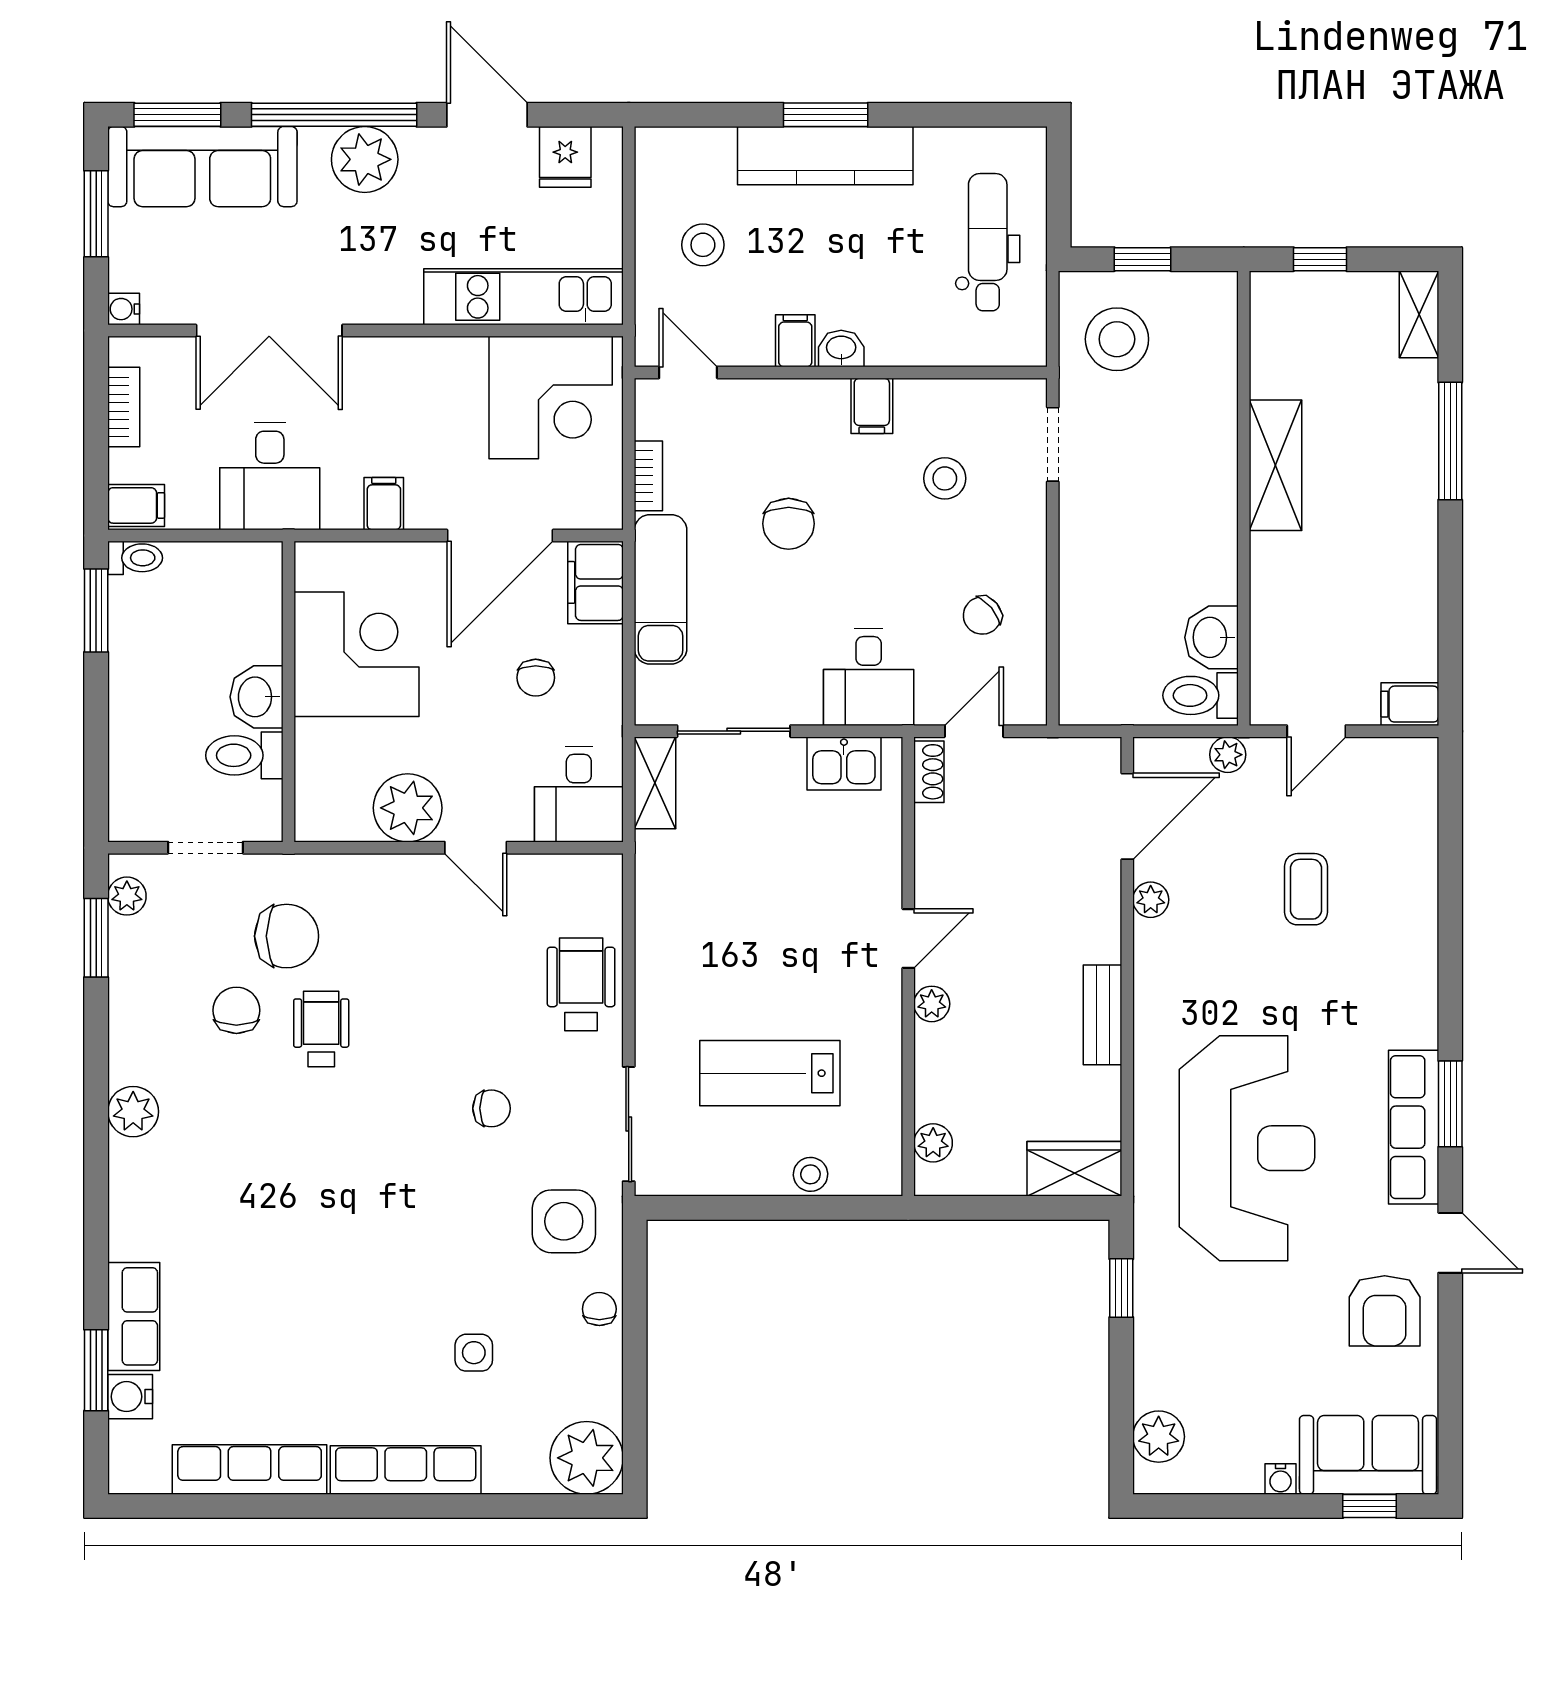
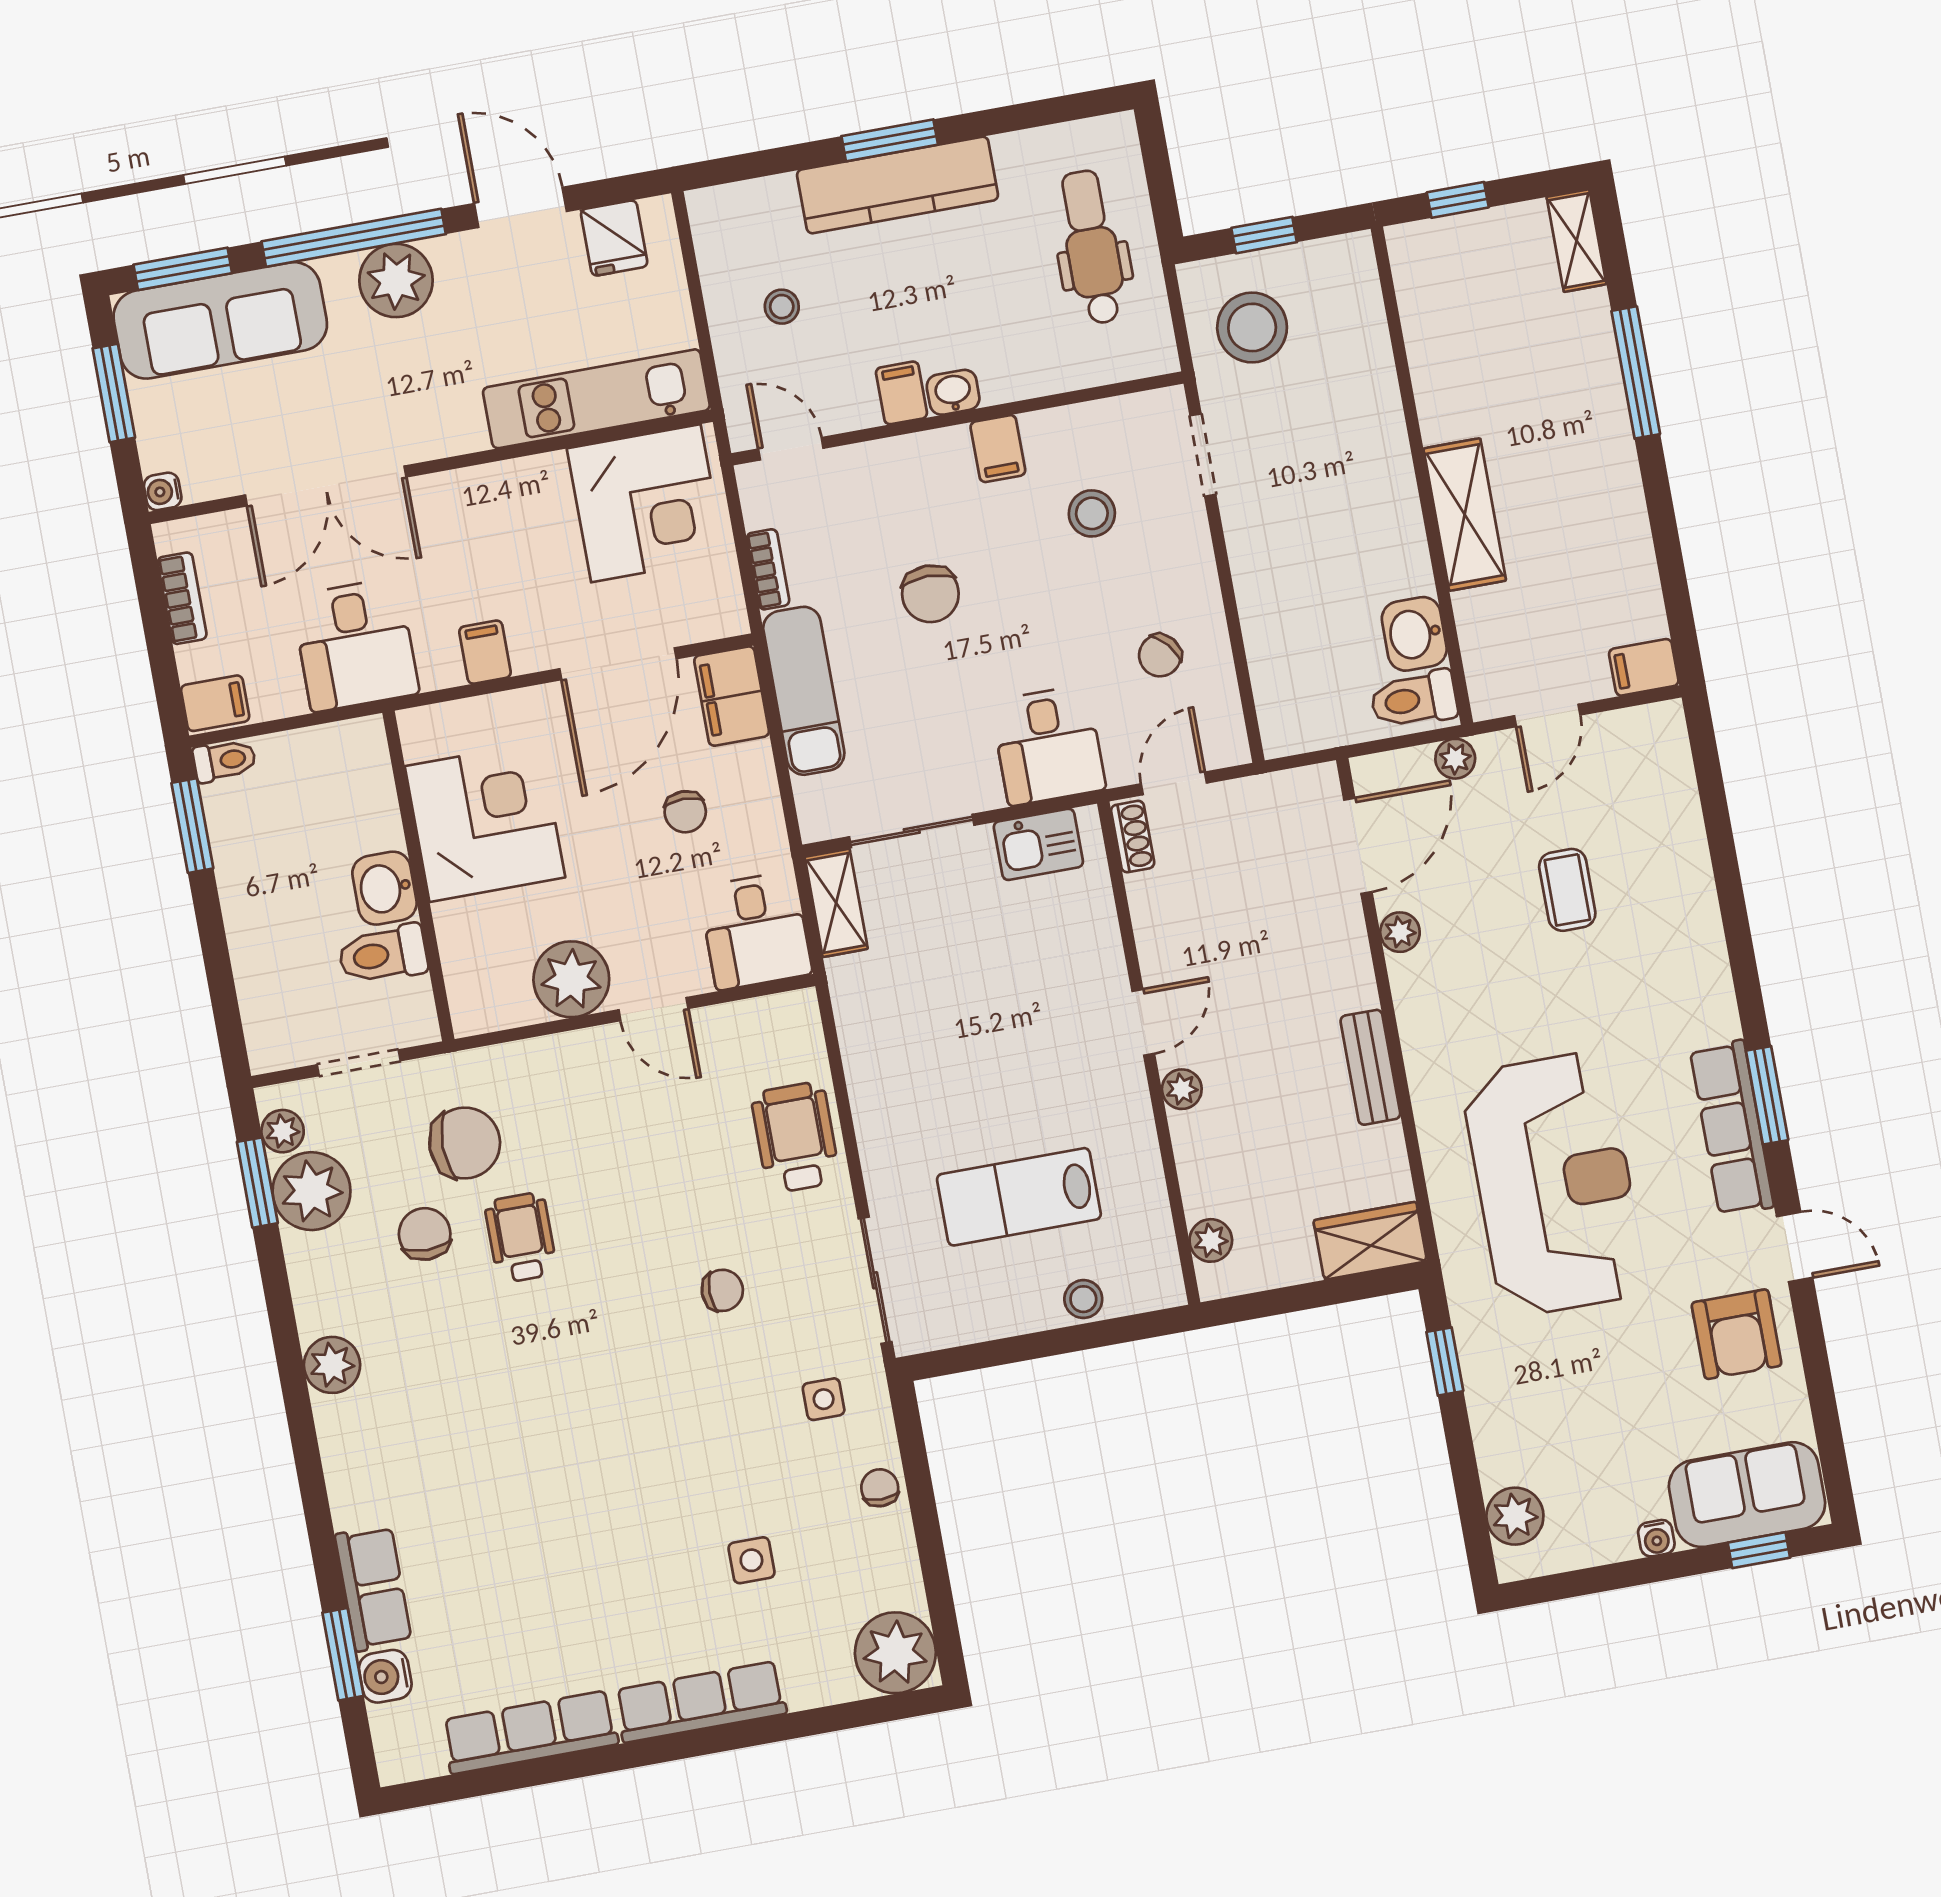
stool: (703, 245) -> (782, 307), width x0.73, depth x0.73
shelving: (1275, 465) -> (1465, 515), moved
plant: (143, 954) -> (312, 1191), added
side table: (564, 1221) -> (824, 1399), width x0.54, depth x0.54

